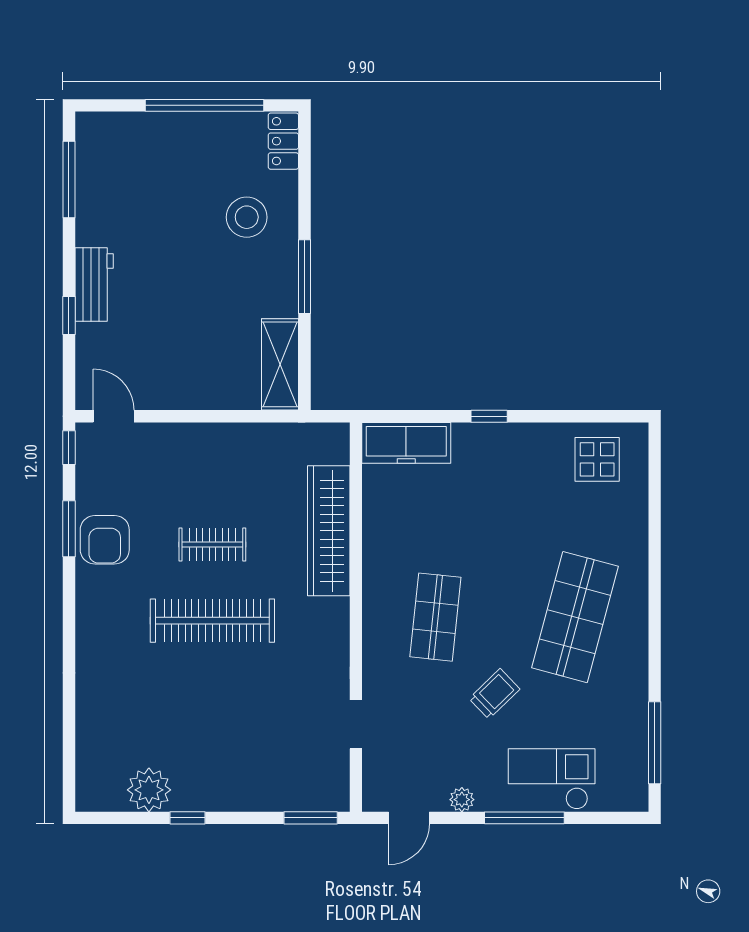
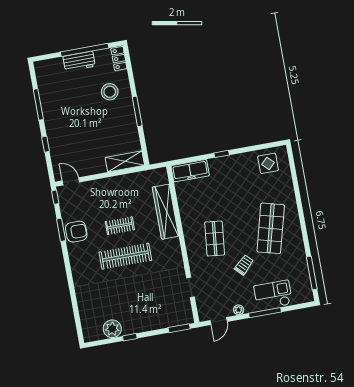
window: (69, 180) -> (38, 104), moved
workbench: (94, 285) -> (79, 61), moved, turned 90
shelving: (280, 364) -> (125, 161), moved, turned 90
armchair: (105, 540) -> (76, 232), turned -90

